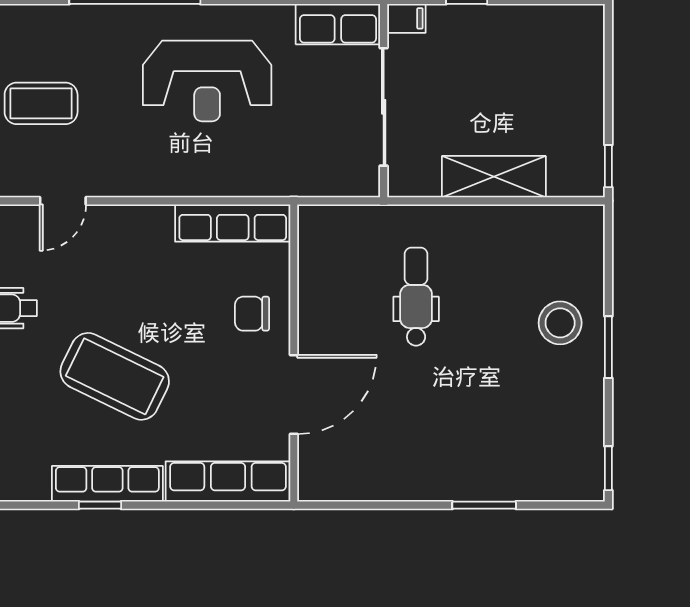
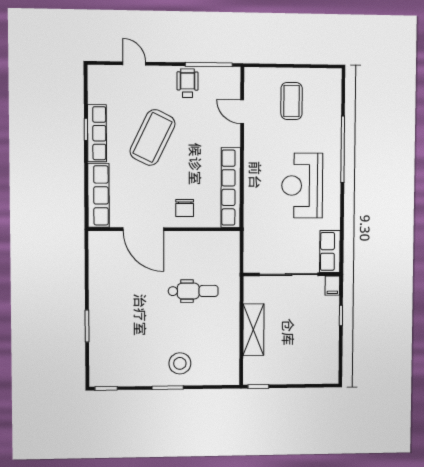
row of seats: (233, 223) -> (231, 188), width x1.36
chair: (252, 314) -> (185, 208), turned 180

